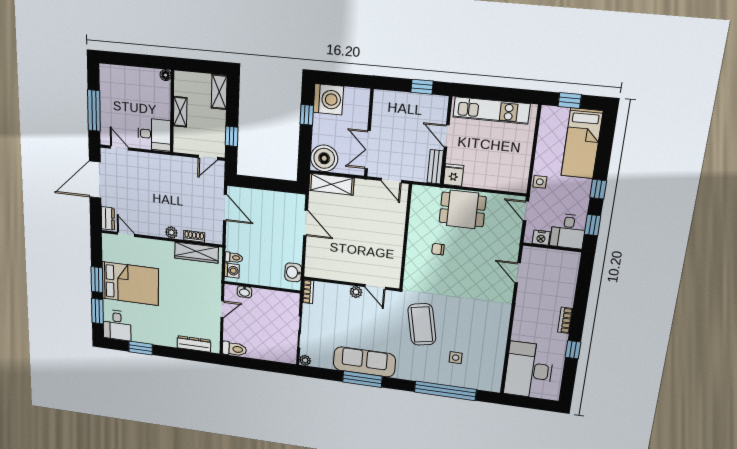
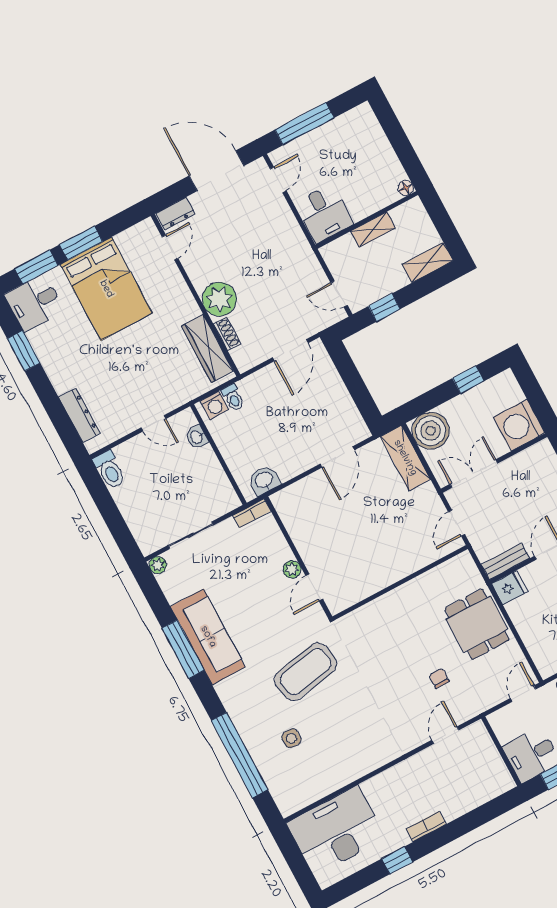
washing machine: (328, 99) -> (519, 425), moved, turned 90
plant: (171, 232) -> (219, 299), width x1.88, depth x1.88
nightstand: (541, 238) -> (504, 731), removed
chair: (438, 249) -> (439, 678), moved

